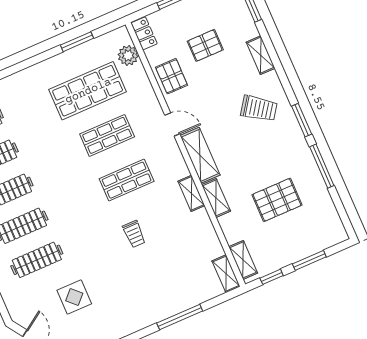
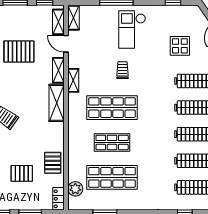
door: (172, 125) -> (66, 44), moved
shop shelf: (127, 180) -> (112, 108), width x1.43, depth x1.36
checkout: (144, 291) -> (132, 29), added

